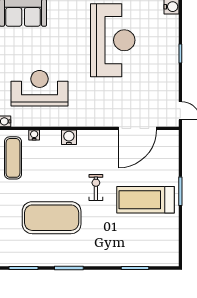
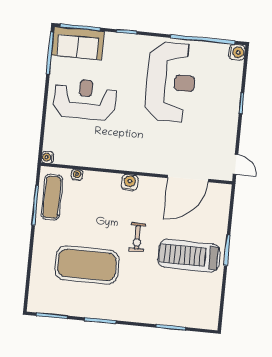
reception desk: (39, 88) -> (85, 99), moved
water cooler: (69, 137) -> (130, 182), moved
exercise bike: (96, 187) -> (137, 237), turned 180

